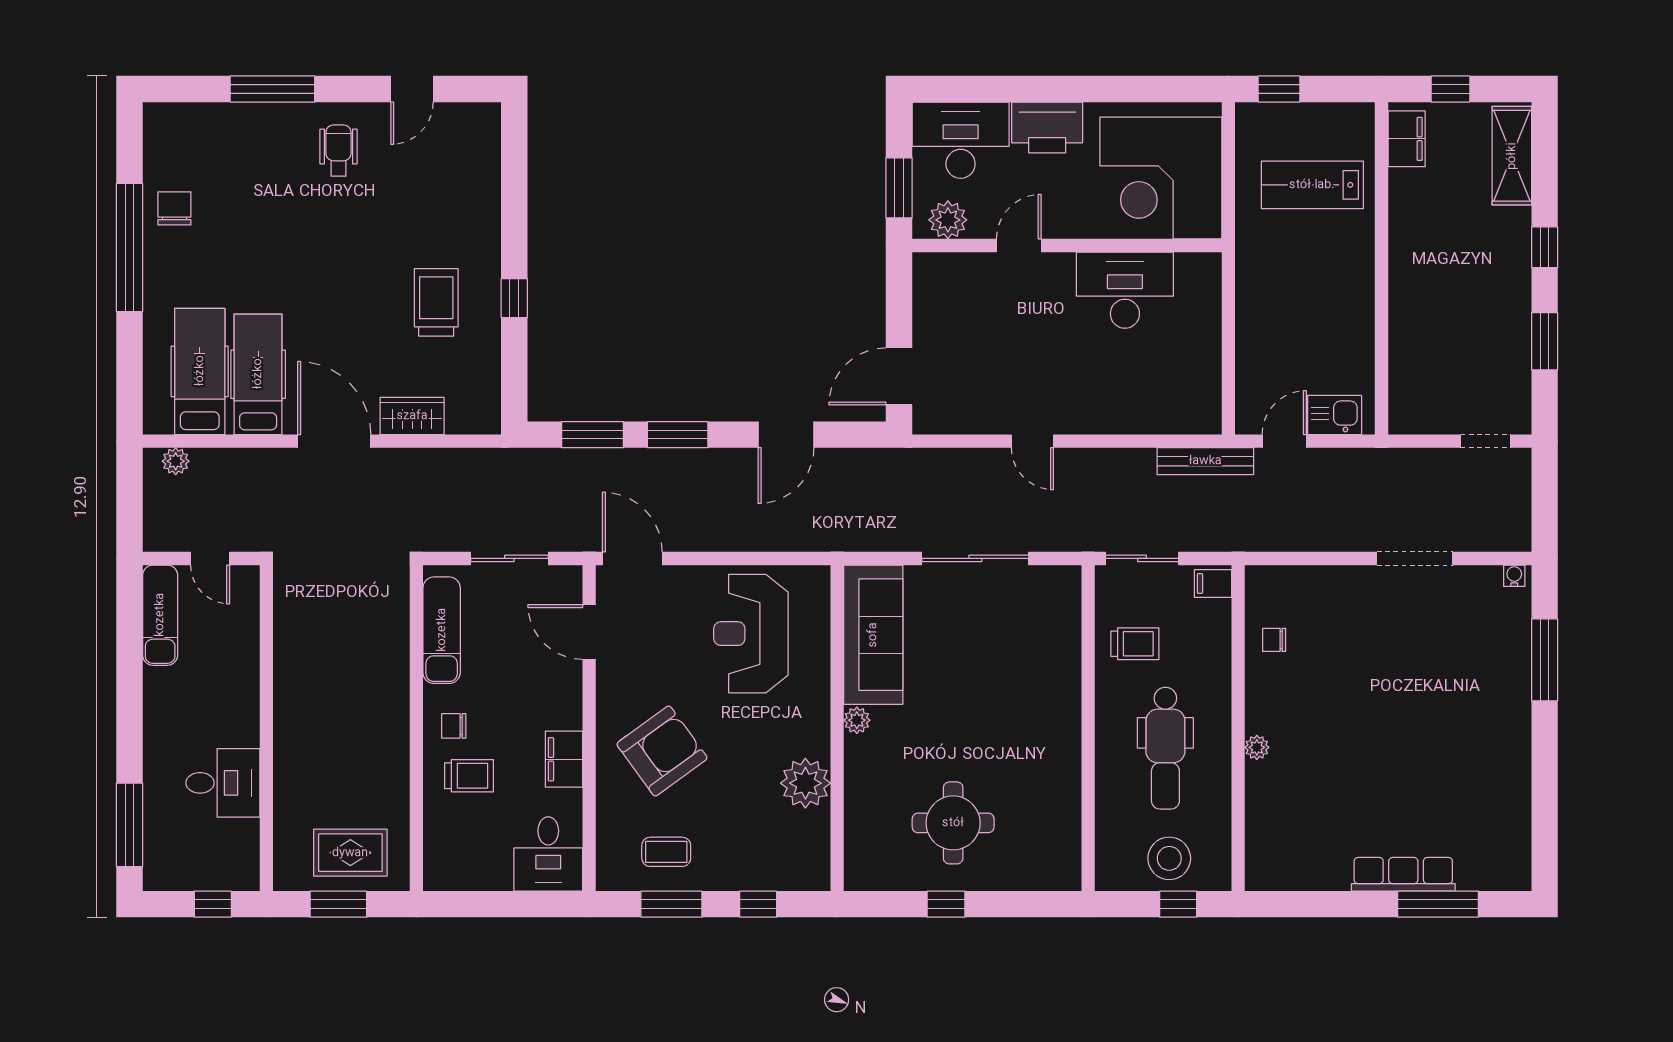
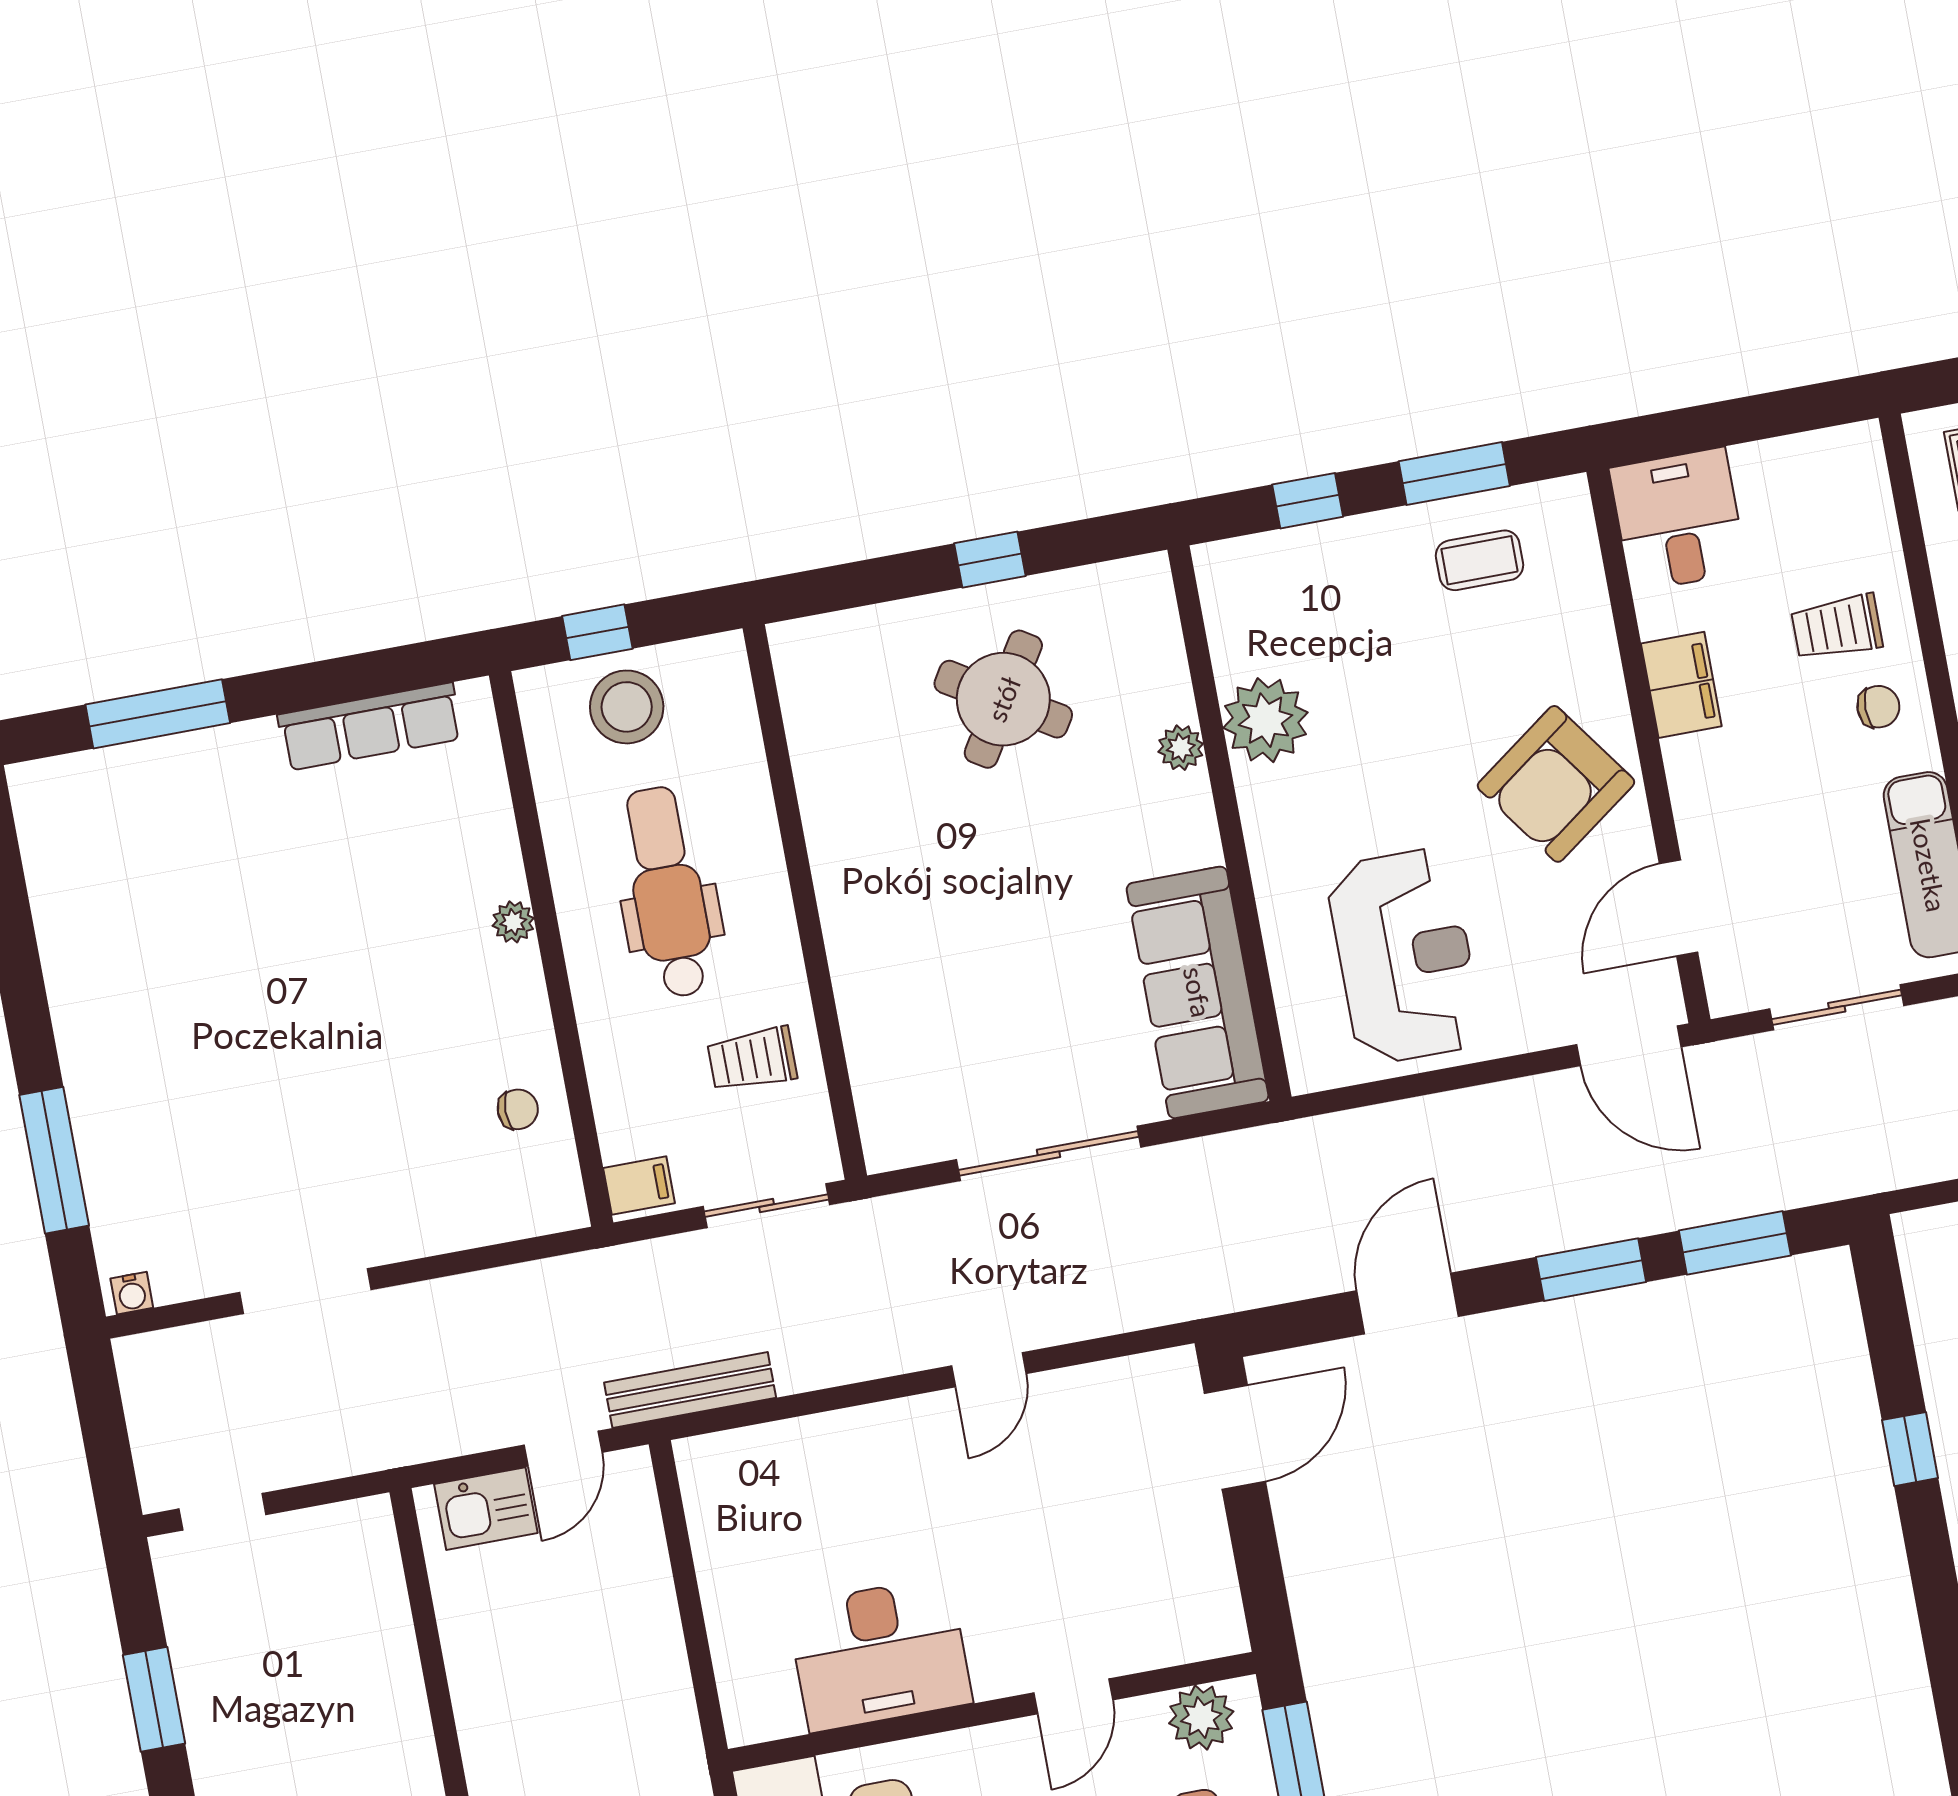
door: (1032, 441) -> (989, 1370), swing flipped
door: (589, 632) -> (1679, 908), swing flipped
plant: (857, 720) -> (1181, 748), moved
armchair: (662, 751) -> (1556, 784), moved
round table: (953, 823) -> (1003, 699), turned 32
row of seats: (1403, 874) -> (370, 727), moved

